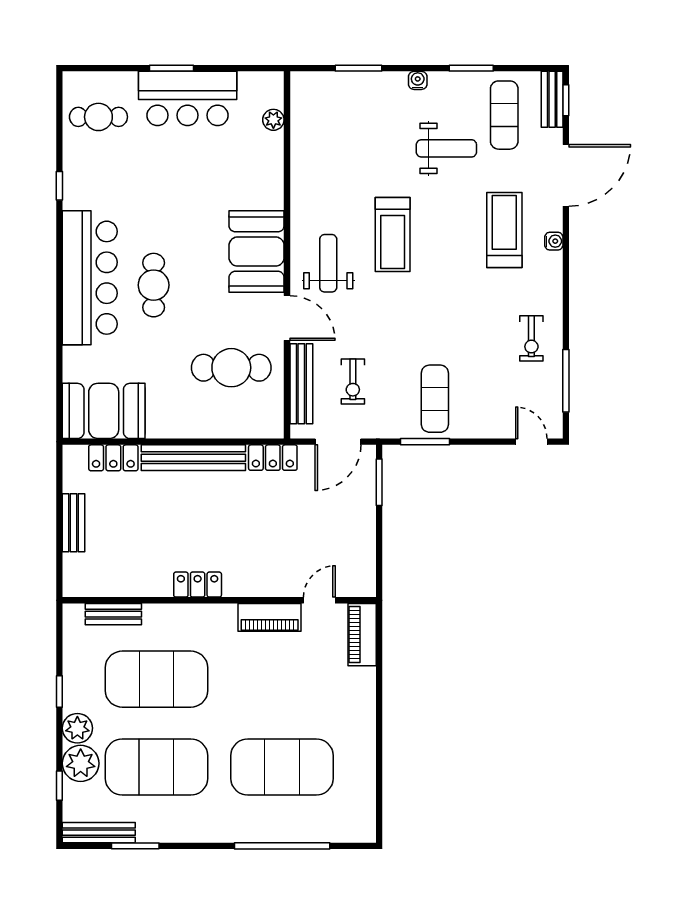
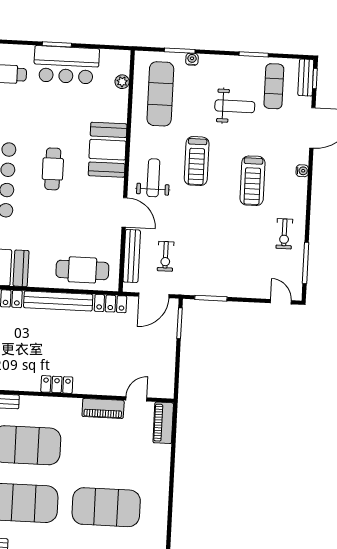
water cooler: (418, 80) -> (192, 59), moved
treadmill: (504, 230) -> (253, 181), moved, turned 180
booth: (257, 252) -> (108, 150), moved
cafe table: (154, 285) -> (53, 169), moved
cafe table: (231, 368) -> (82, 270), moved
exercise mat: (435, 399) -> (160, 94), moved, width x1.36, depth x1.45

